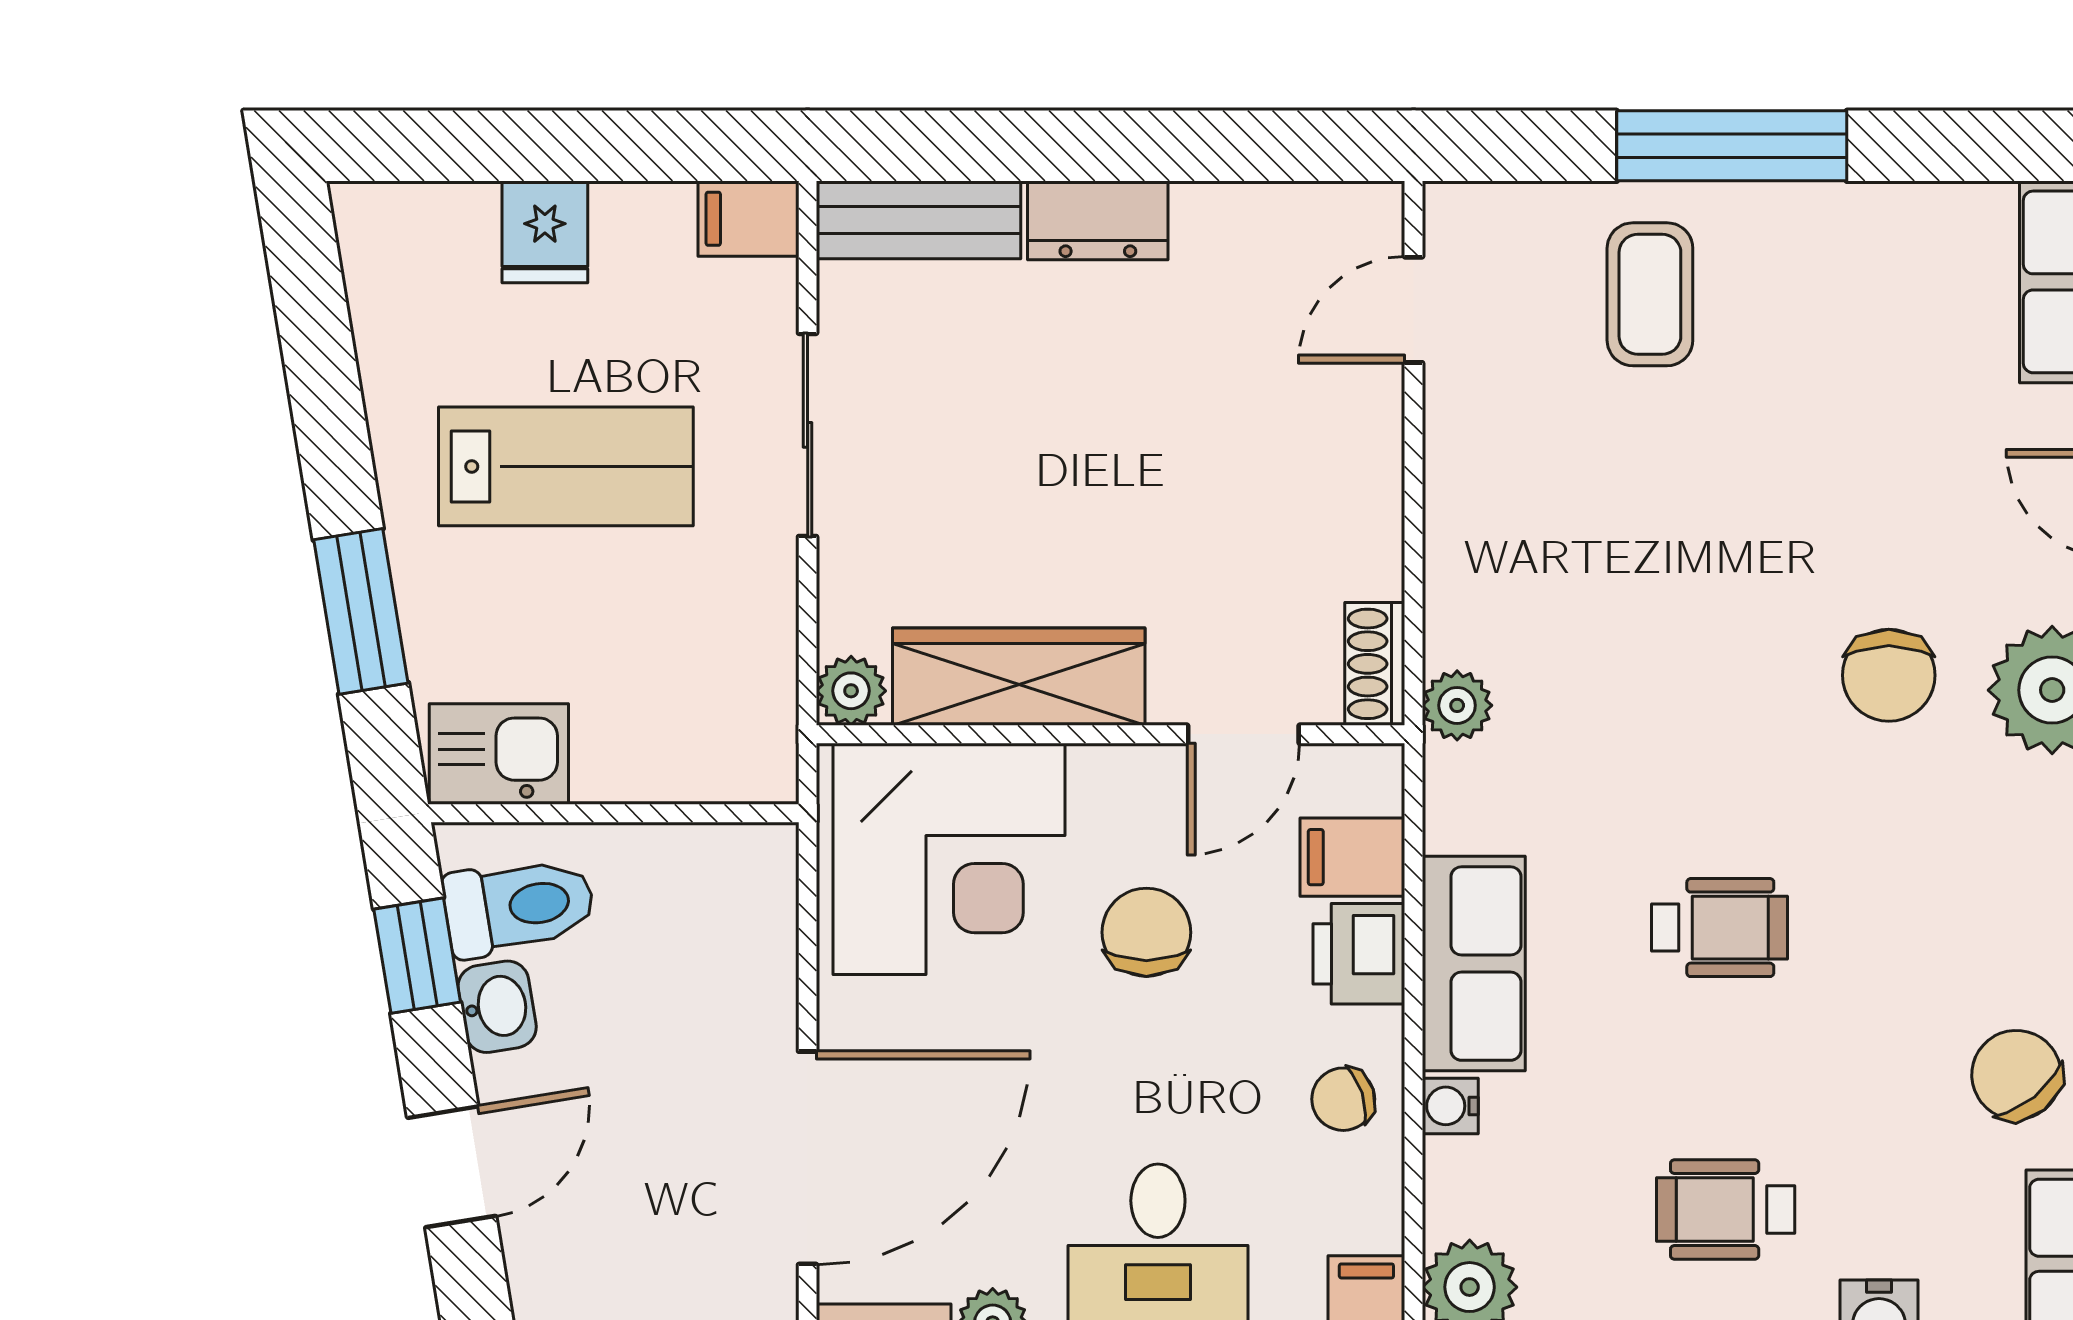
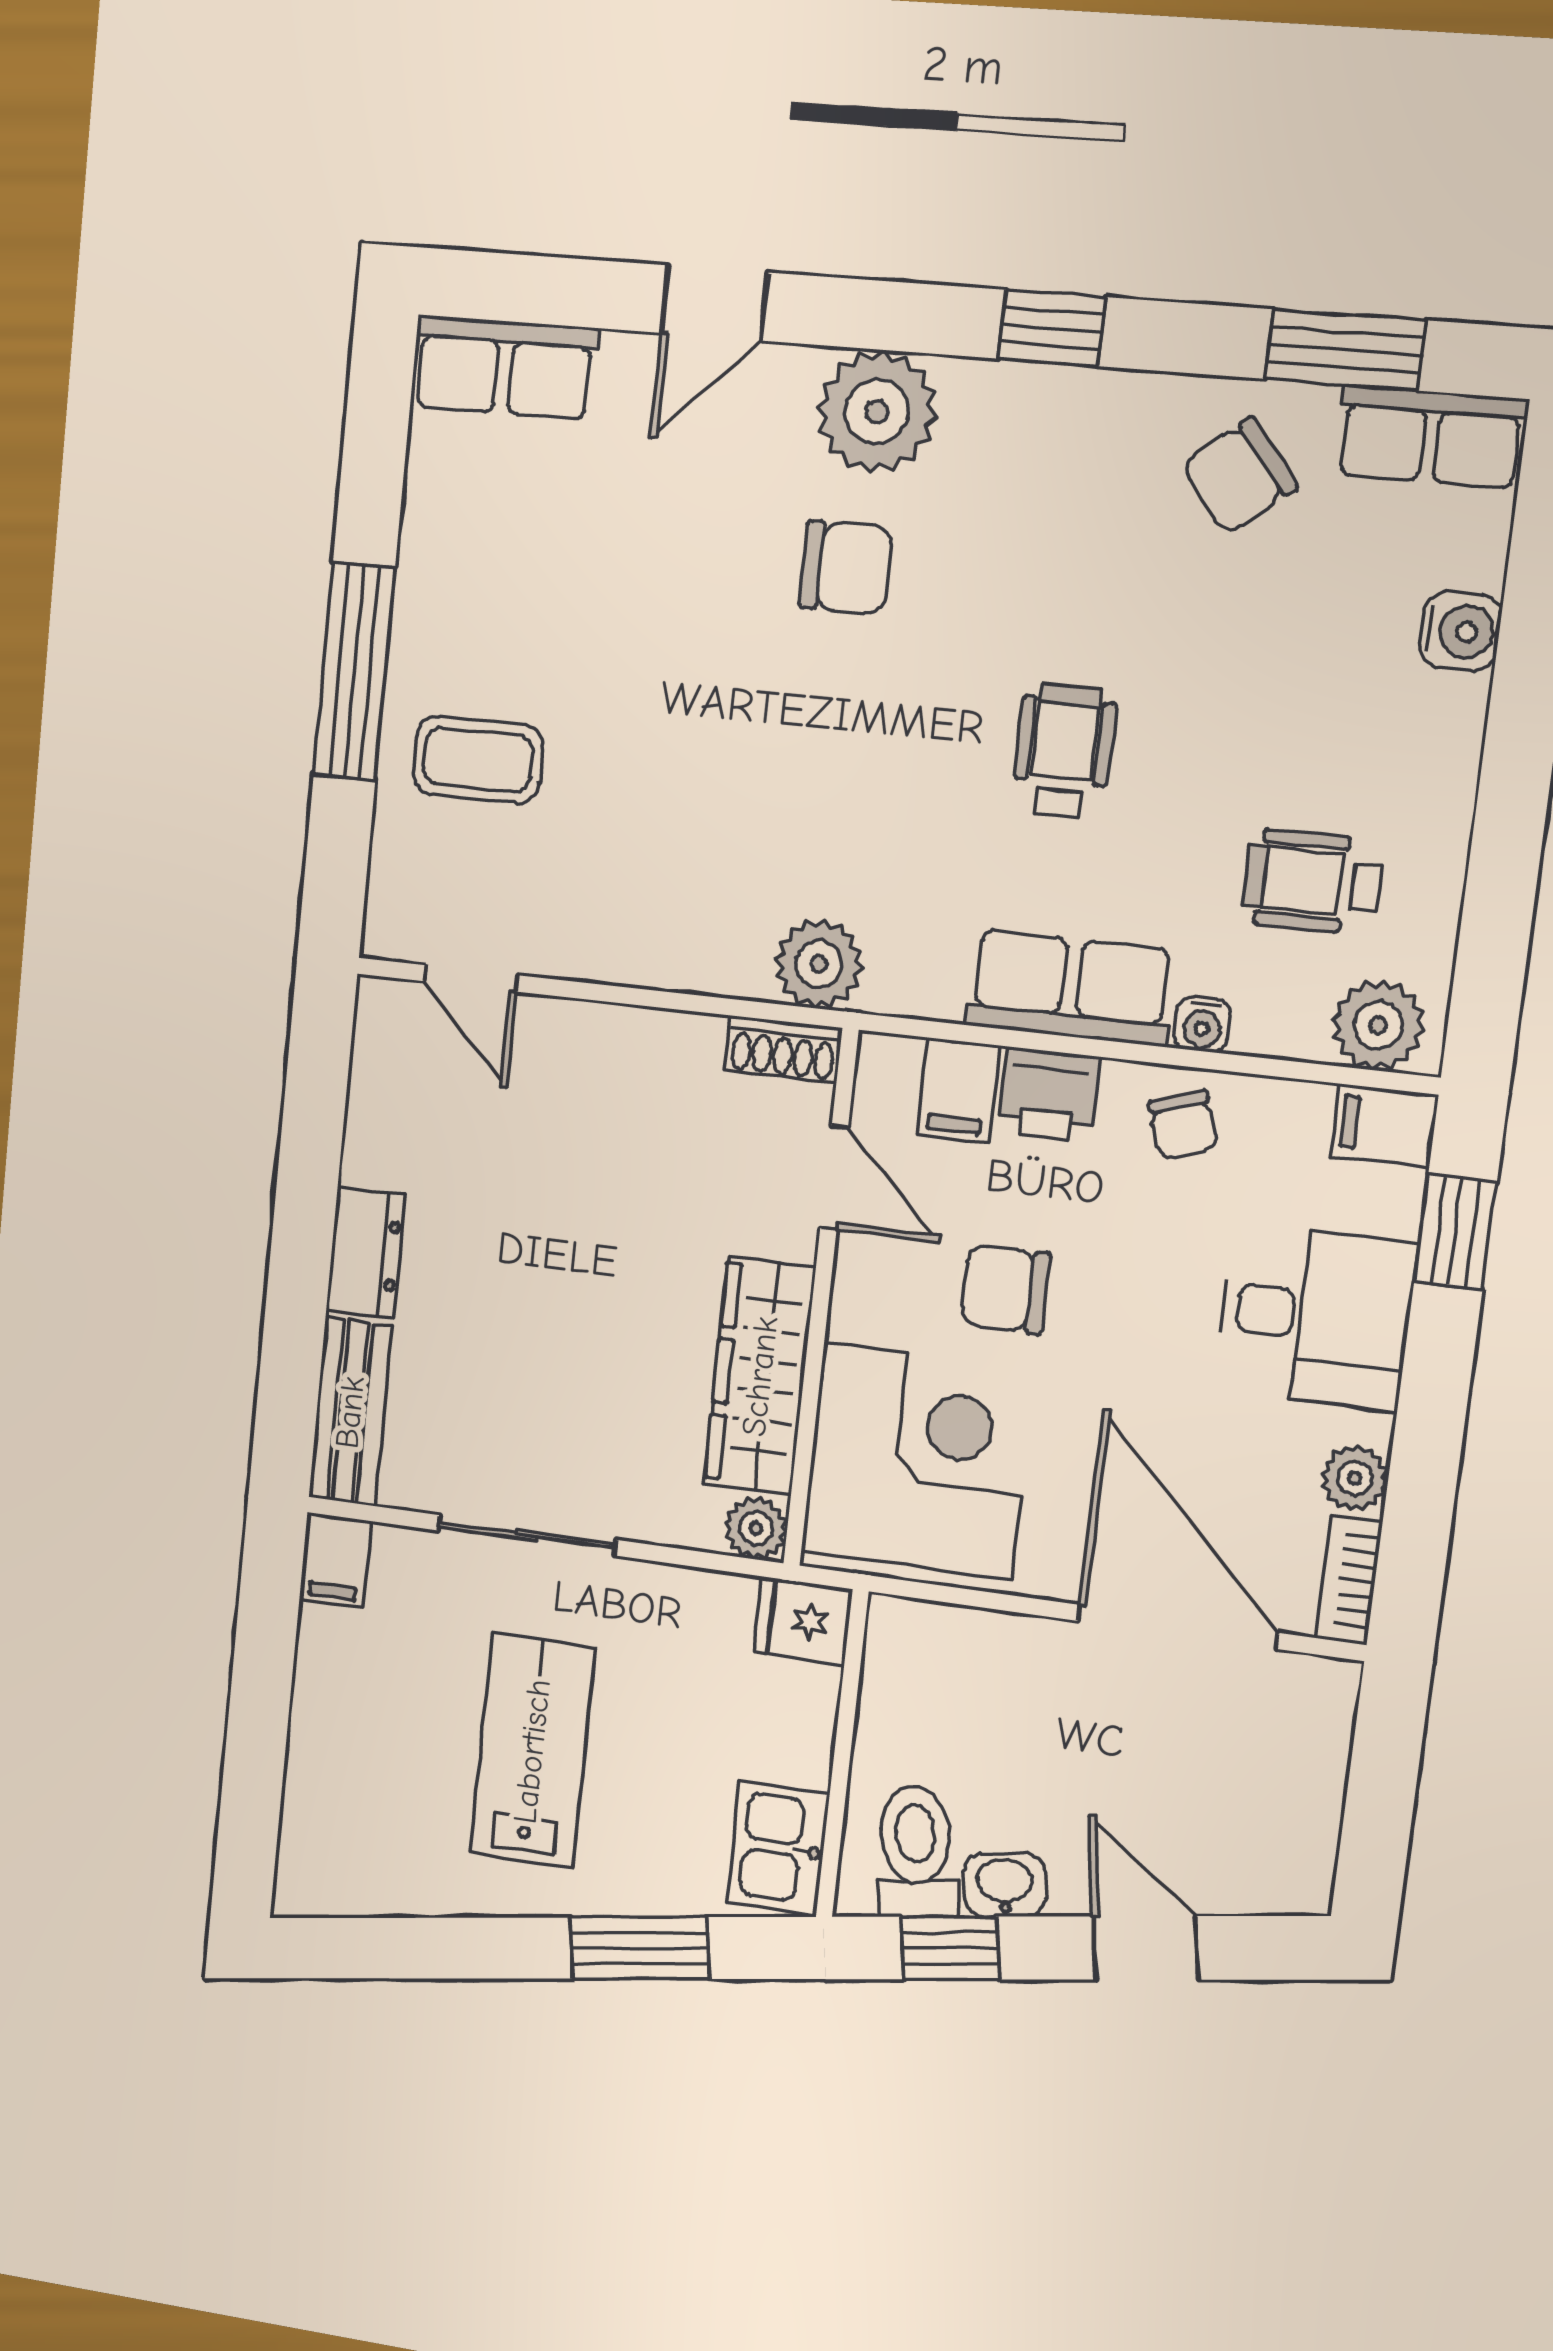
fridge: (545, 232) -> (803, 1621), moved, turned 180
plant: (1457, 705) -> (819, 964), width x1.38, depth x1.38
wheelchair: (1726, 1210) -> (1312, 882), moved, turned 90

